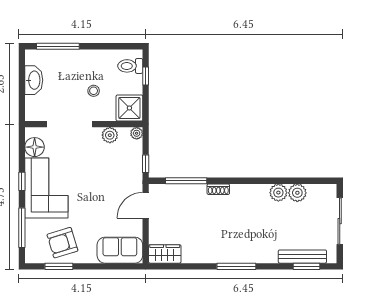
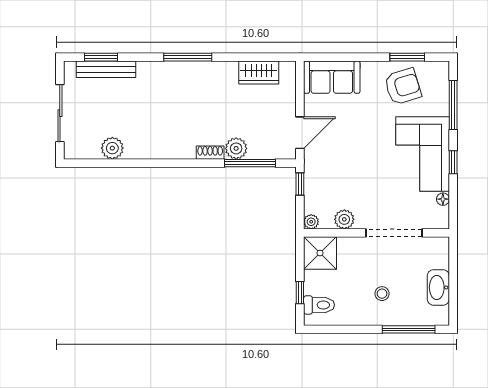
stool: (94, 91) -> (382, 294), moved
floor lamp: (35, 147) -> (443, 199), width x0.53, depth x0.53
plant: (278, 193) -> (236, 148), moved
wardrobe: (165, 254) -> (259, 73), moved

